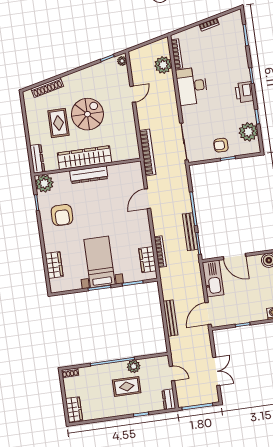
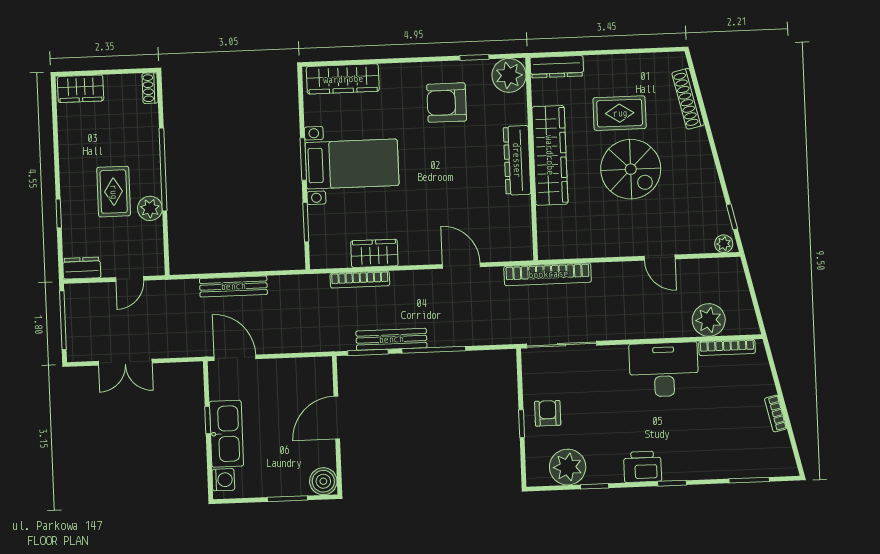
wardrobe: (148, 260) -> (374, 253), moved
wardrobe: (54, 265) -> (343, 79), width x1.50
kitchen sink: (213, 279) -> (226, 434), moved, turned -90

